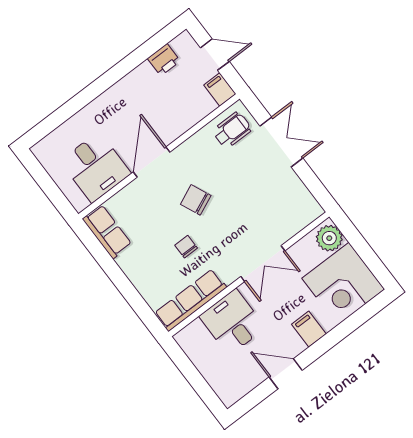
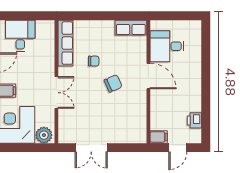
wheelchair: (232, 130) -> (134, 128), removed
double door: (281, 142) -> (91, 148), moved
double door: (263, 264) -> (56, 93), swing flipped
desk: (232, 322) -> (20, 36), moved, turned -90

